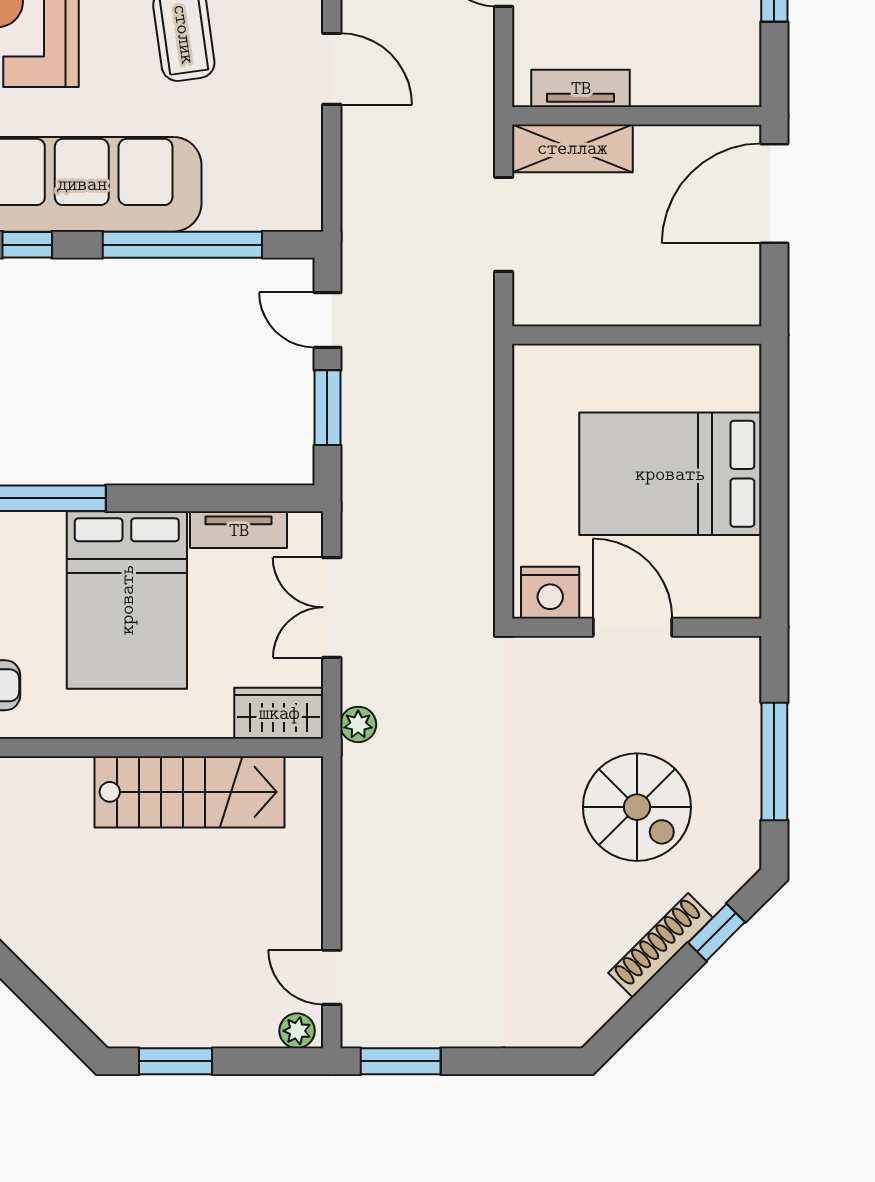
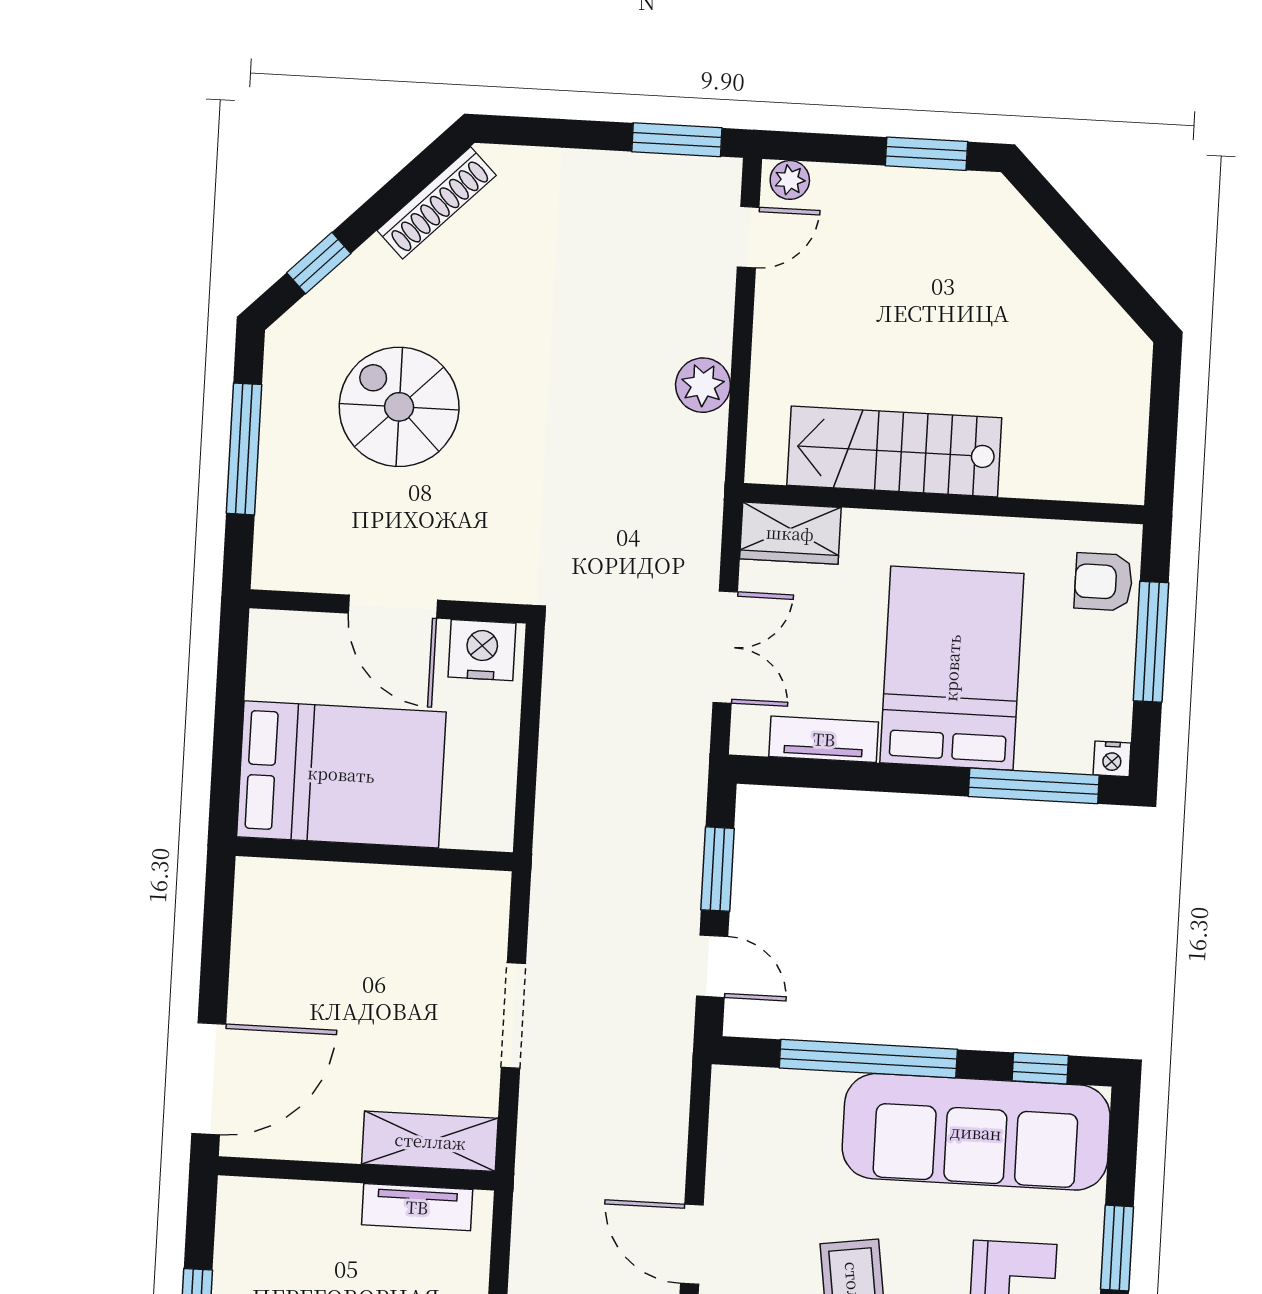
doorway: (504, 224) -> (513, 1015), moved
wall: (637, 335) -> (374, 854), moved
plant: (358, 724) -> (703, 385), moved, width x1.38, depth x1.38
shoe rack: (661, 945) -> (437, 203), moved
door: (332, 977) -> (748, 237), hinge flipped

